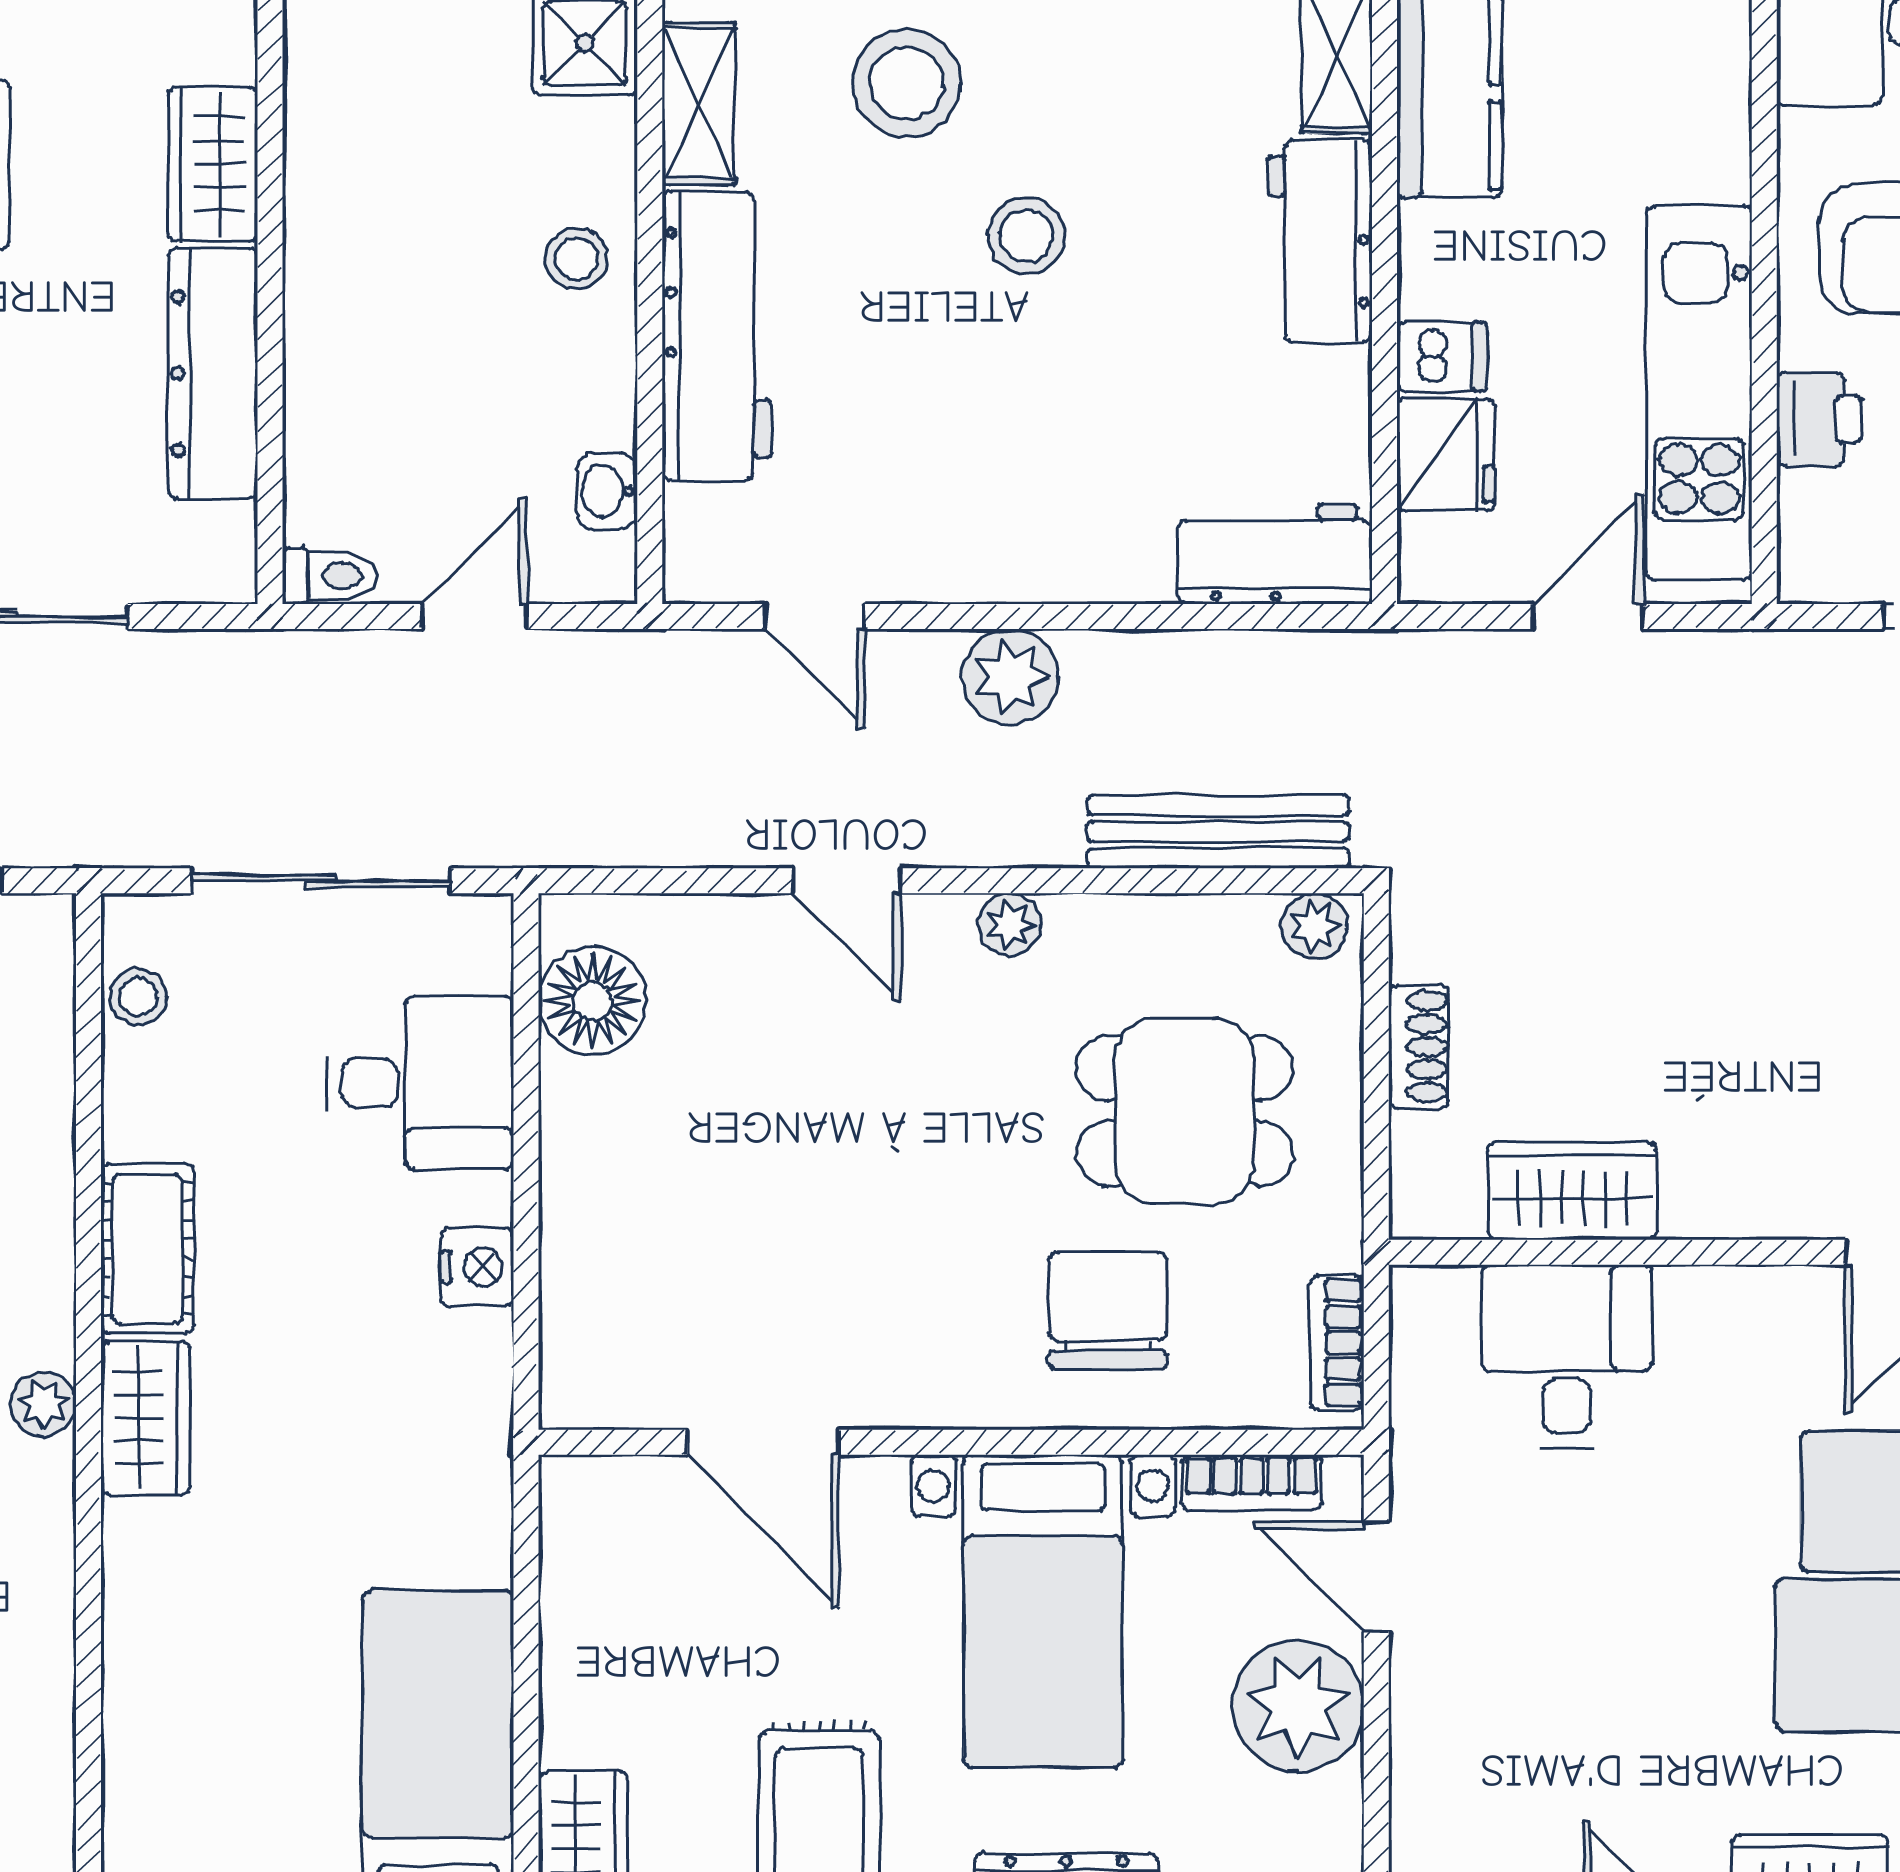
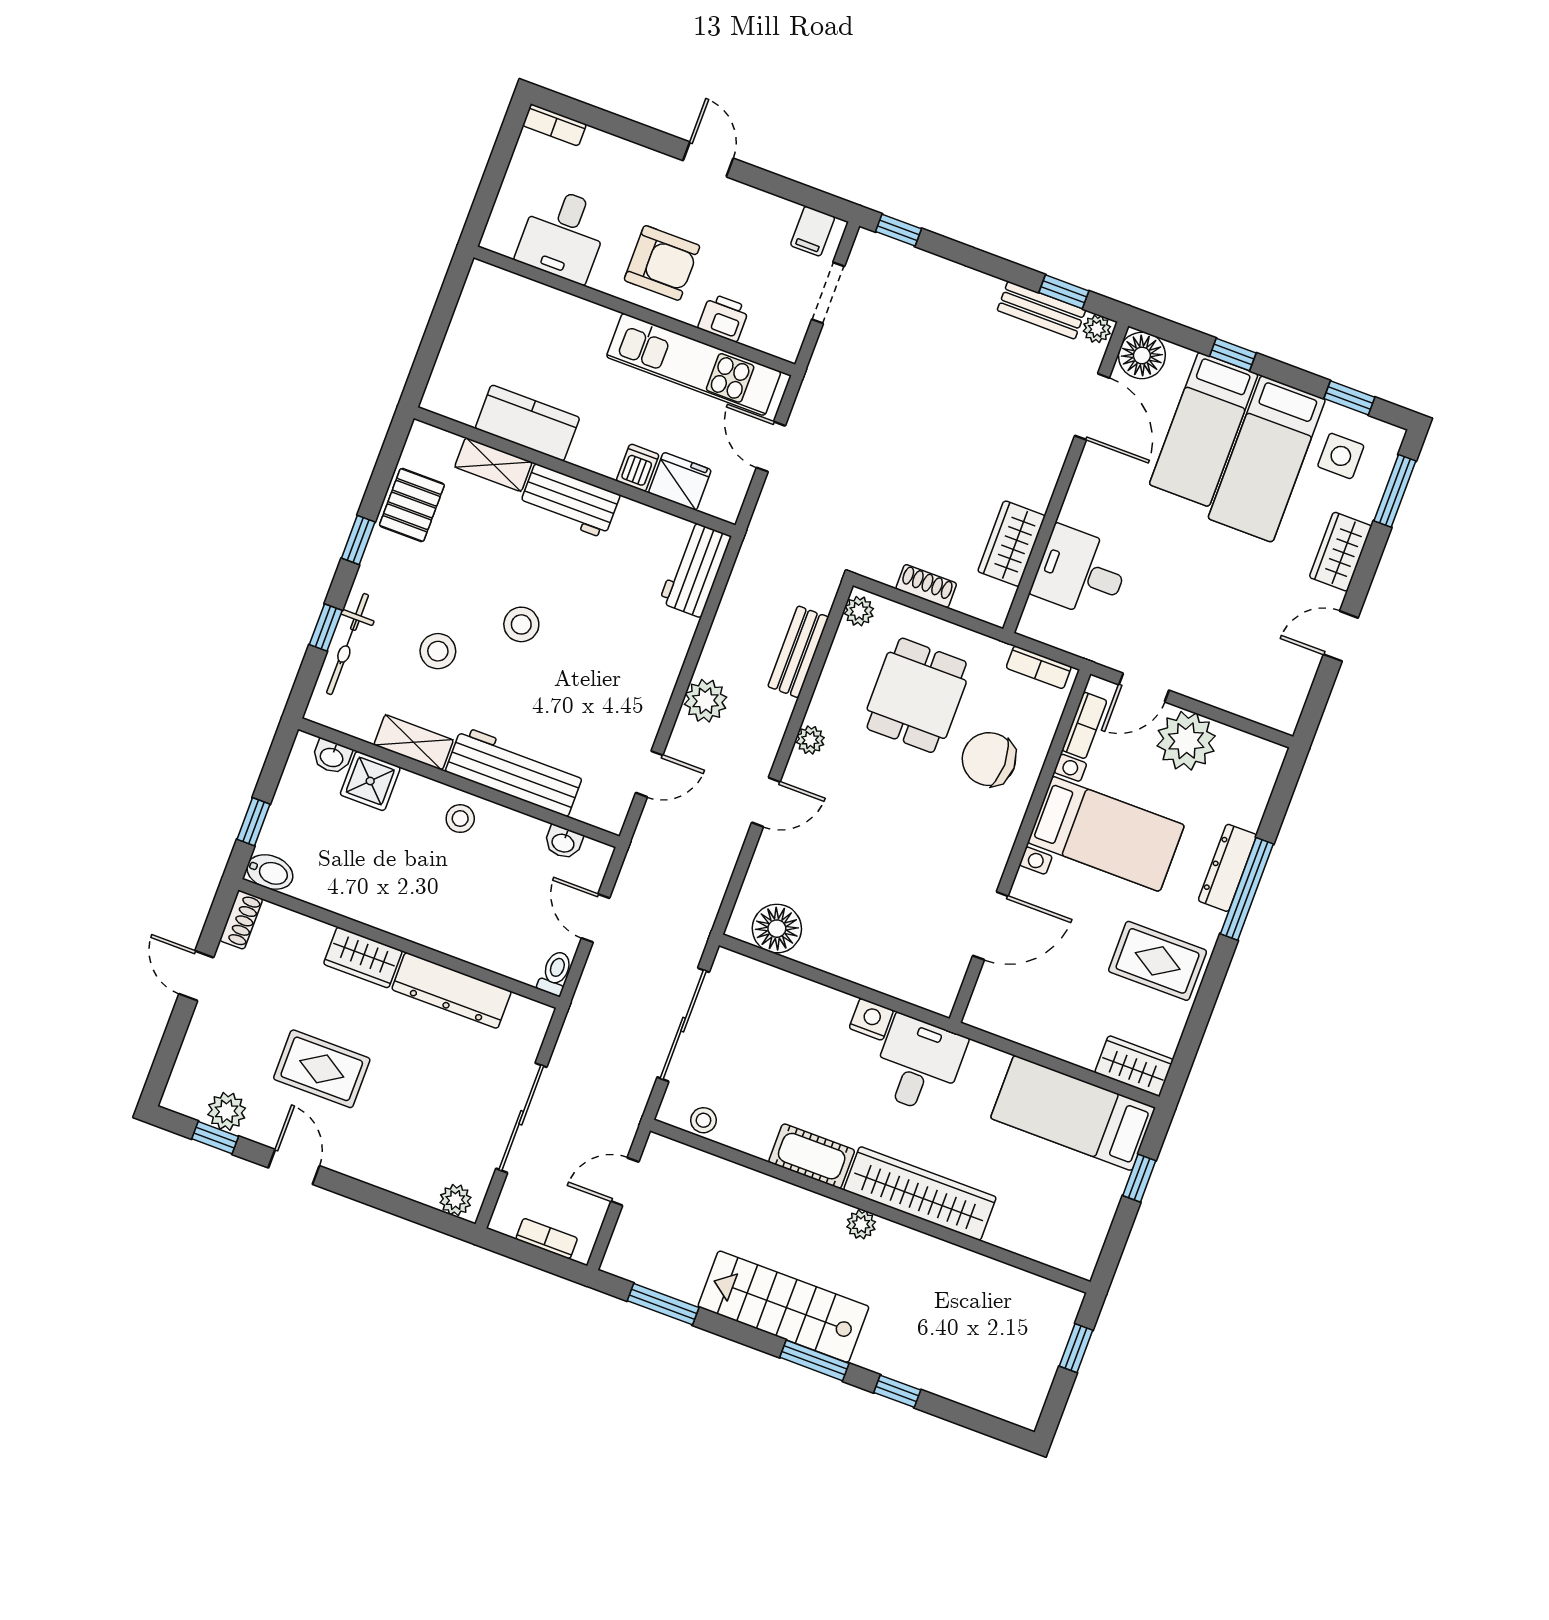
stool: (907, 83) -> (438, 651), width x0.73, depth x0.73
bench: (1218, 832) -> (798, 652), width x0.73
desk: (420, 1083) -> (919, 1064), moved
wardrobe: (145, 1418) -> (920, 1193), width x2.10, depth x1.17

